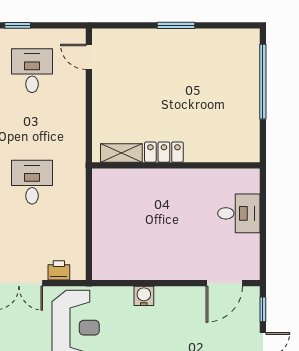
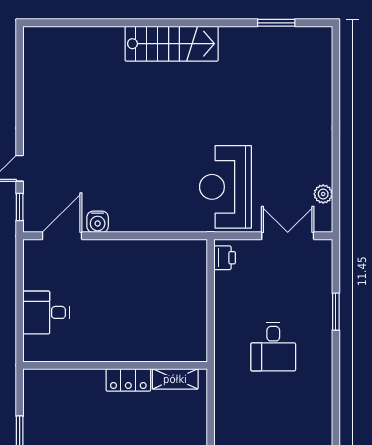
printer: (59, 270) -> (225, 258), moved, turned -90
water cooler: (144, 296) -> (98, 222), moved

